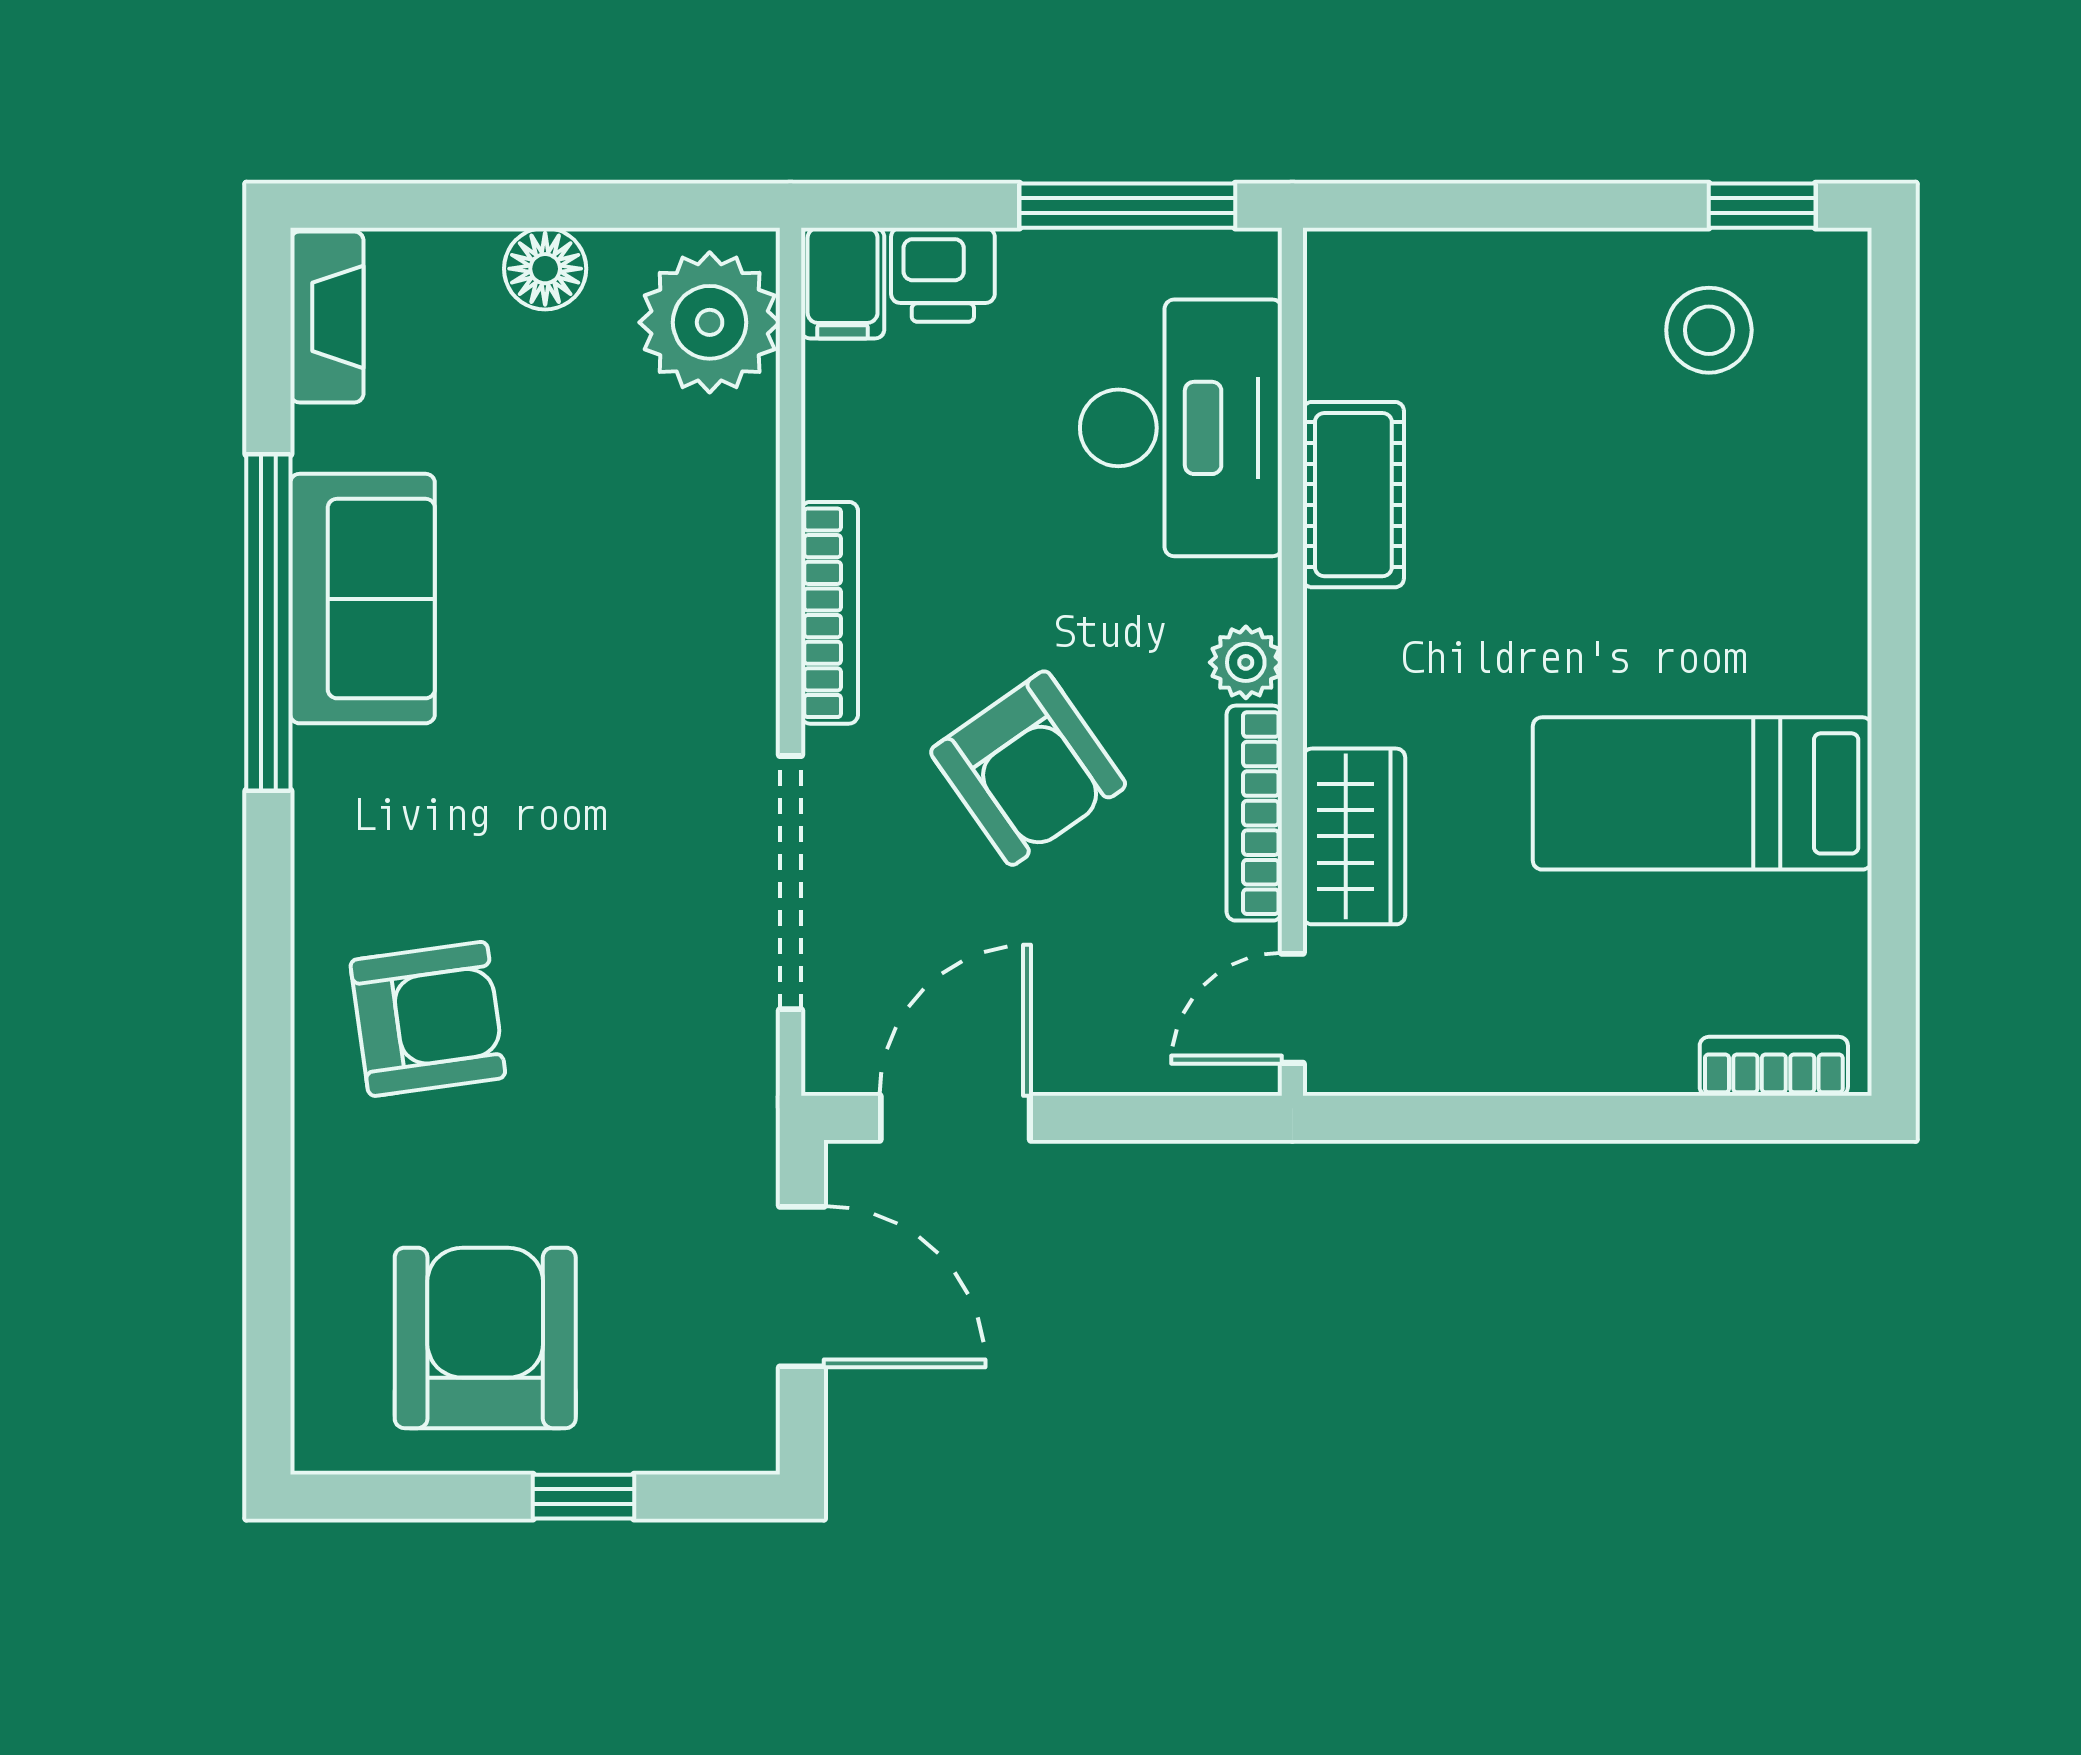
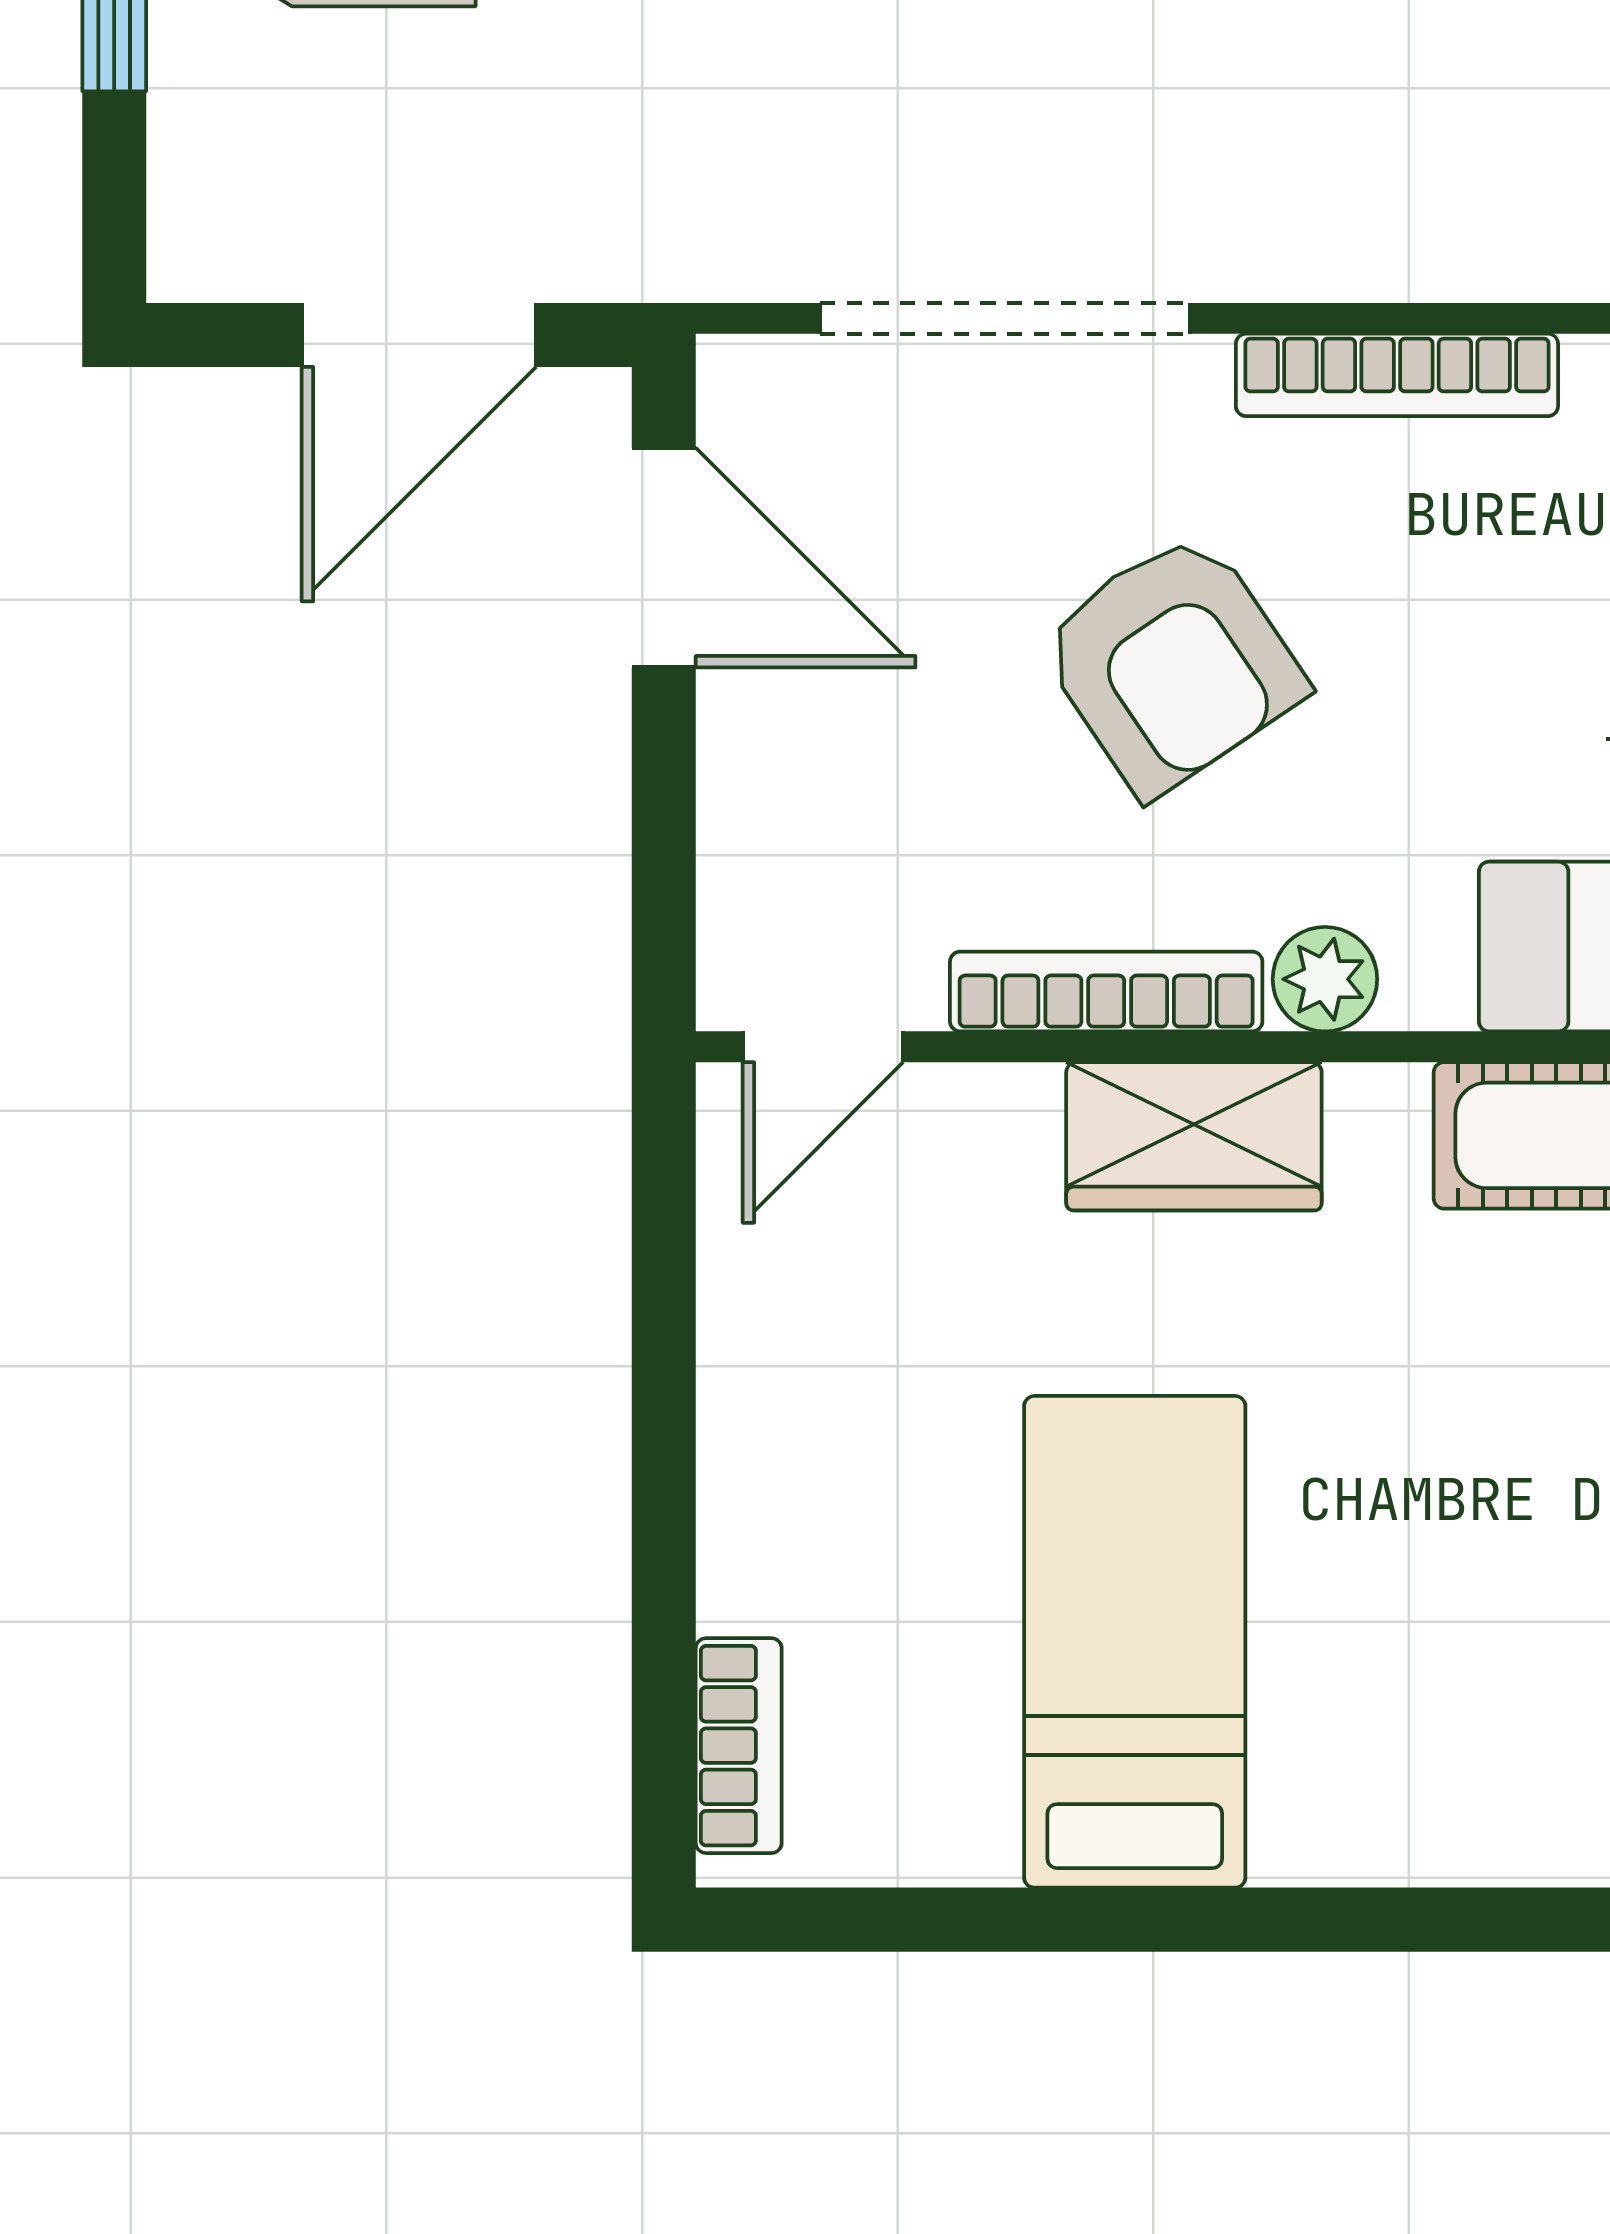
armchair: (1028, 768) -> (1172, 663), turned -89
wardrobe: (1354, 836) -> (1194, 1136), moved
door: (1292, 1008) -> (823, 1047), swing flipped

